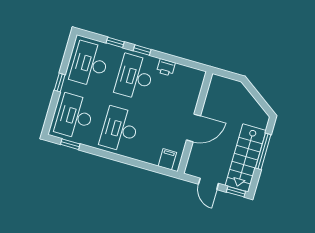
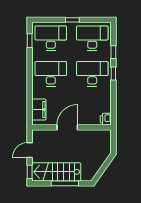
printer: (166, 67) -> (106, 119), moved
door: (193, 128) -> (67, 127), swing flipped
filing cabinet: (167, 159) -> (39, 110), width x2.00

